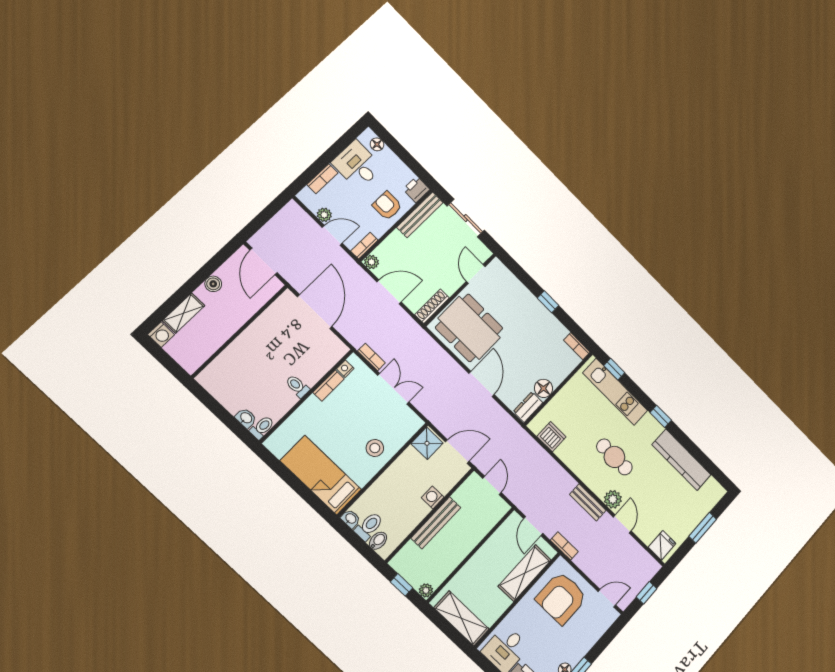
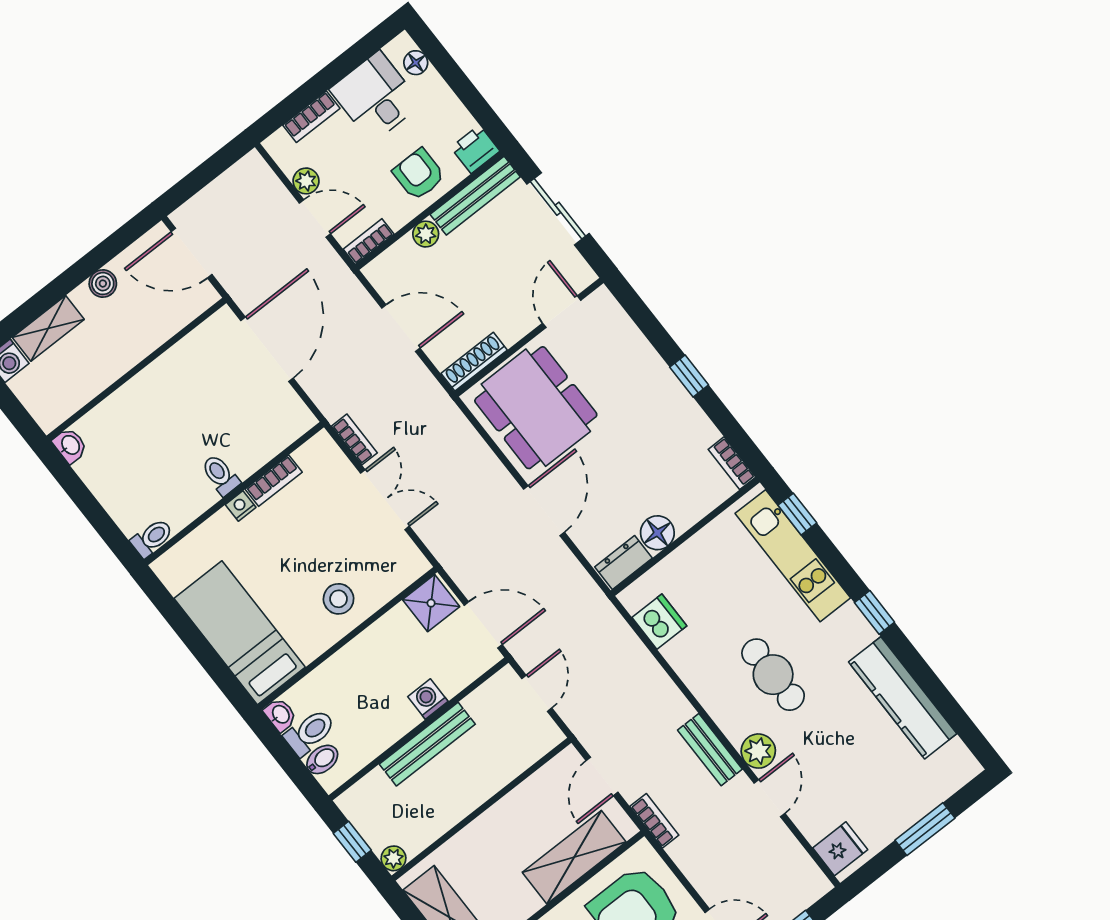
door: (264, 261) -> (192, 253), hinge flipped
plant: (372, 262) -> (426, 234), moved
nightstand: (345, 369) -> (241, 506), moved
washbasin: (246, 418) -> (70, 445), moved

